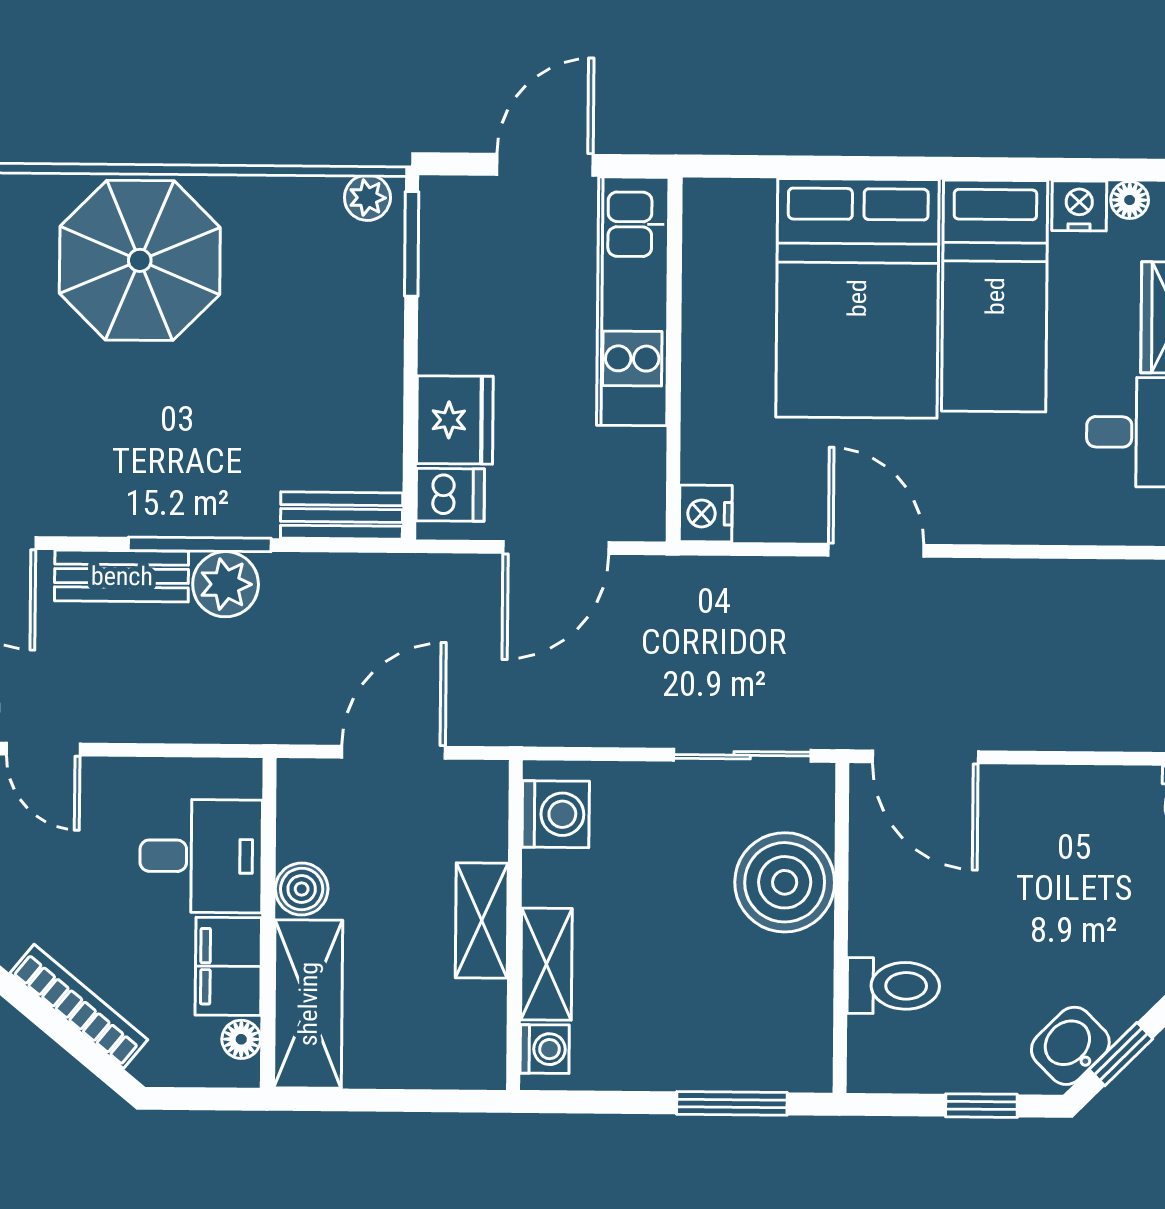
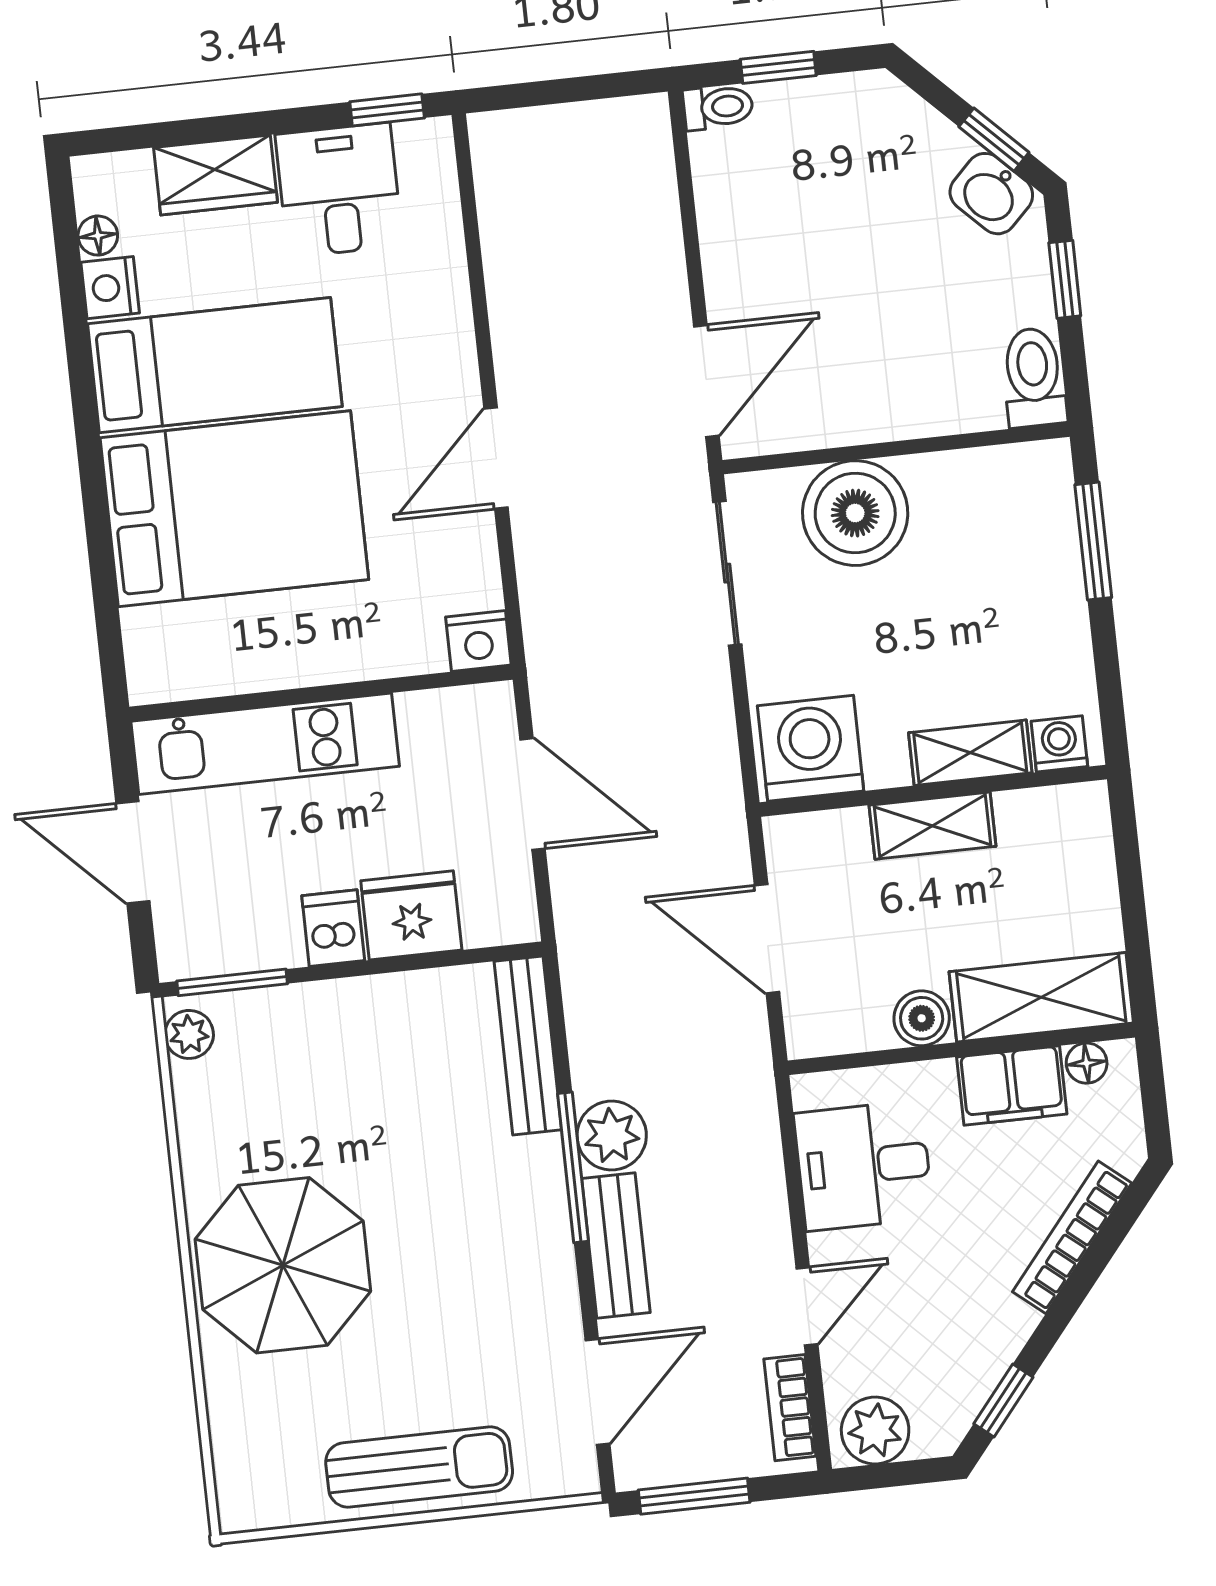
dishwasher: (450, 495) -> (333, 928), moved
bench: (342, 515) -> (528, 1046), width x1.36
washing machine: (556, 814) -> (811, 748), width x1.37, depth x1.37
desk: (201, 856) -> (864, 1166), moved, turned -90
toilet: (893, 986) -> (1034, 377), moved

